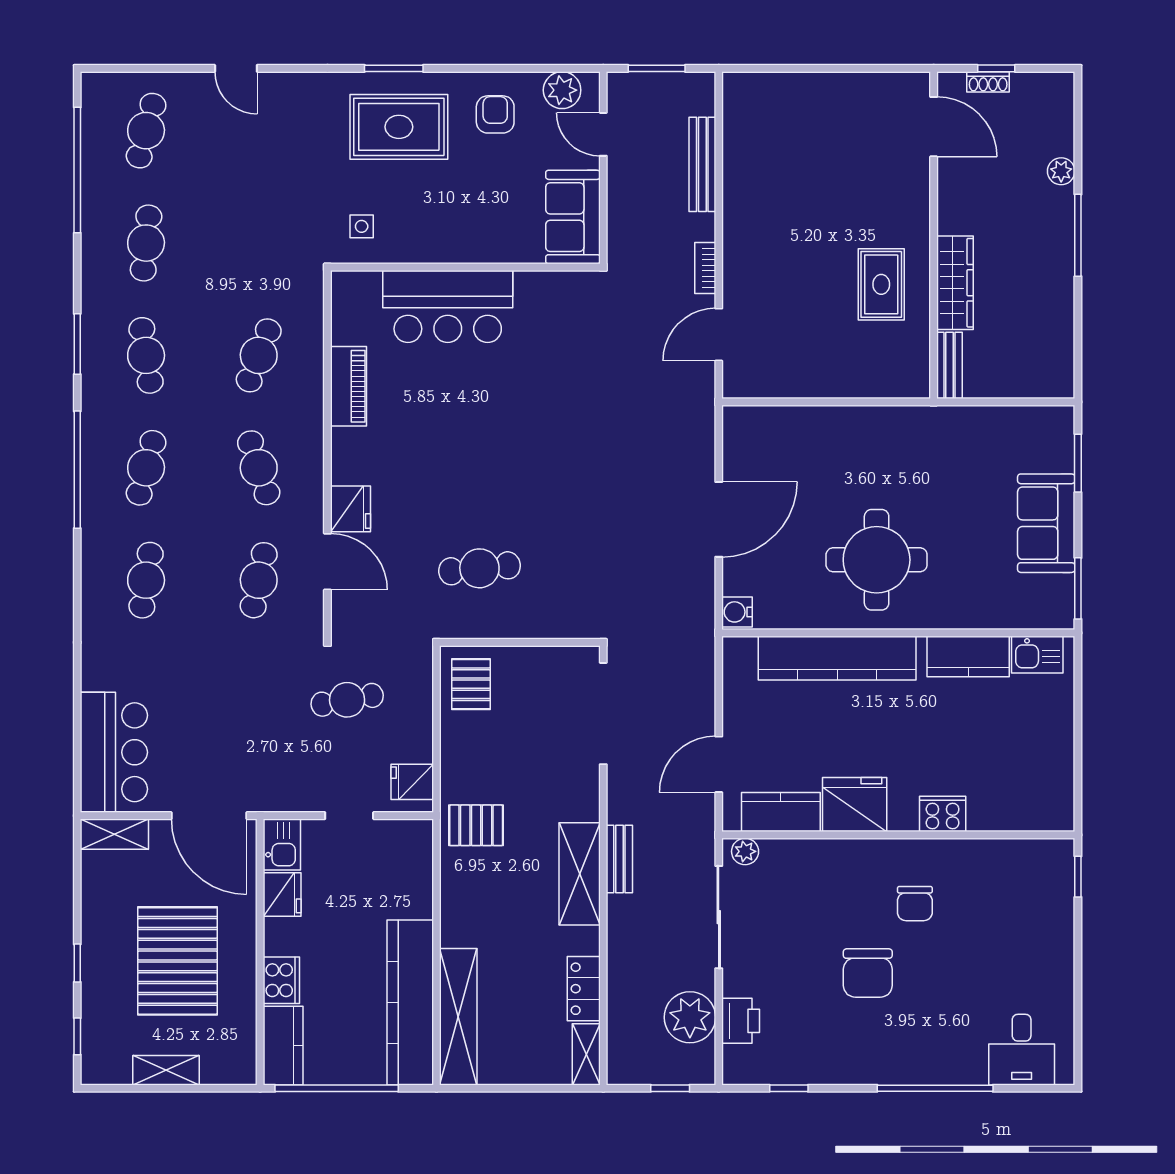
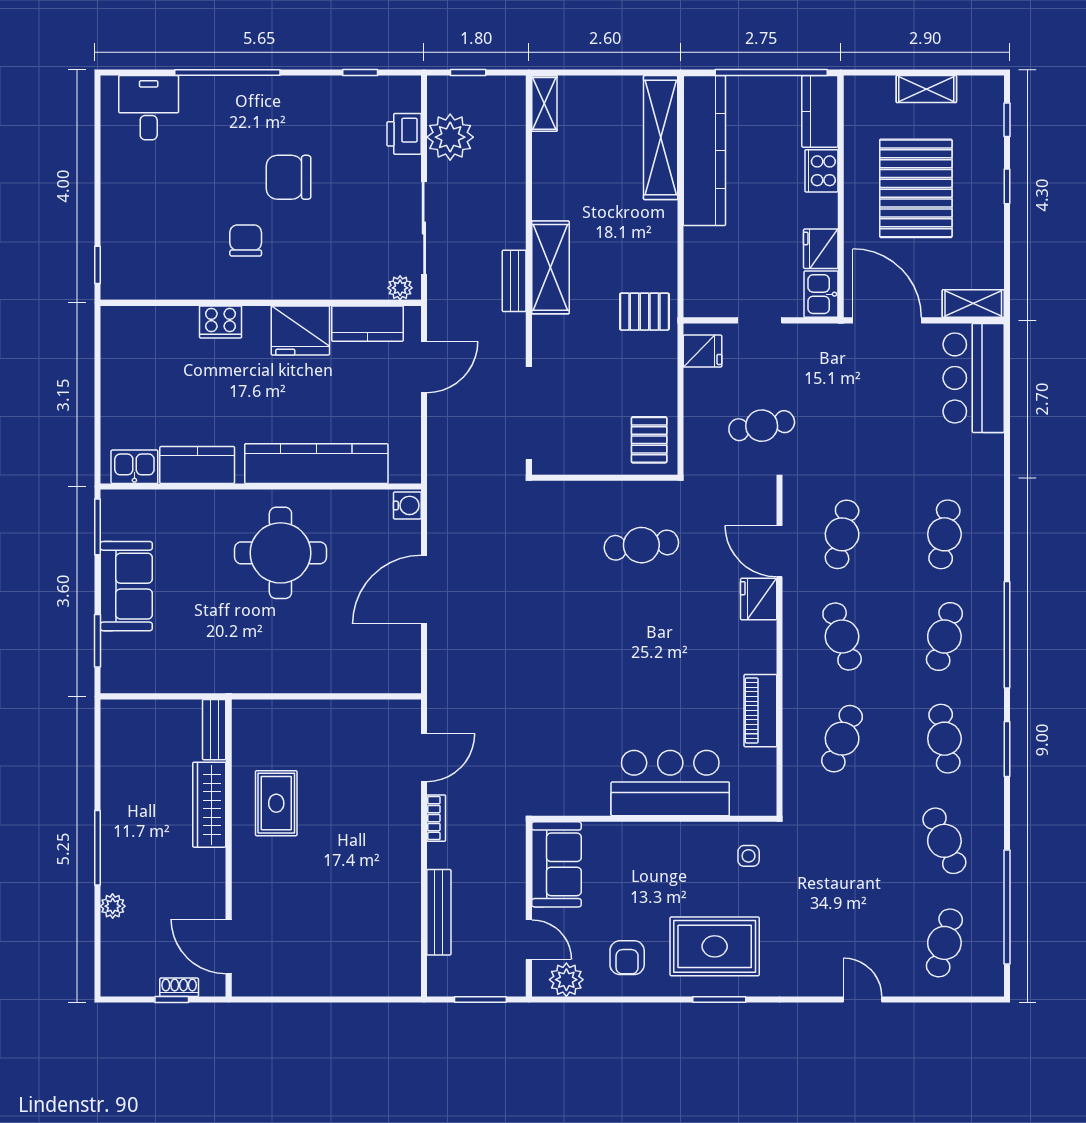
cafe table: (146, 243) -> (944, 841), turned -30
chair: (868, 973) -> (288, 177), turned -90
locker: (584, 989) -> (547, 163), removed

